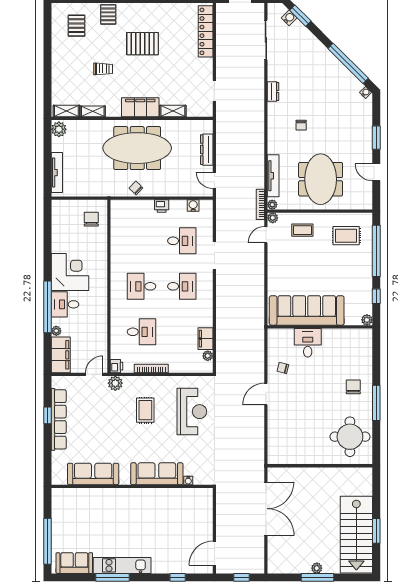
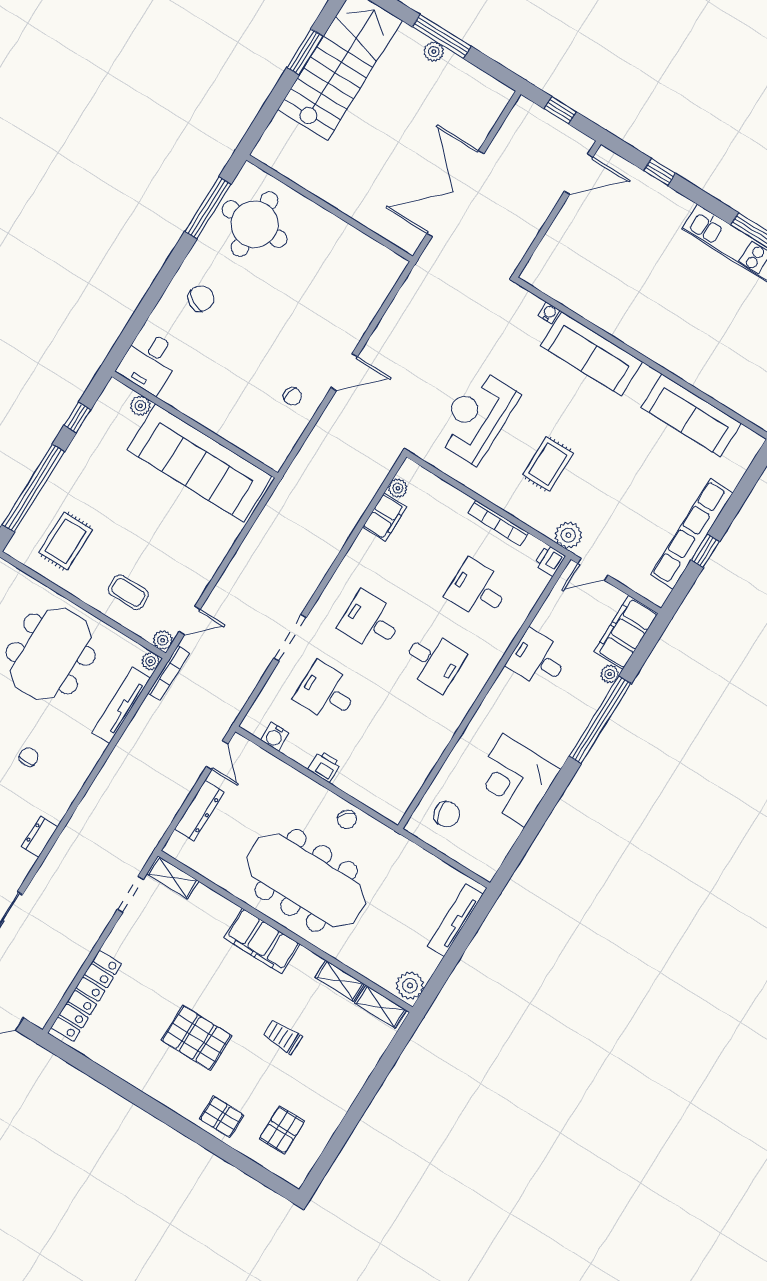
pallet: (108, 14) -> (222, 1117), turned 90
shelving: (173, 111) -> (173, 877), moved
chair: (91, 219) -> (447, 814), turned -103
rug: (346, 236) -> (66, 541), turned 90
corner desk: (70, 272) -> (514, 780), moved
desk: (65, 304) -> (538, 659), moved, turned 180
plant: (367, 320) -> (140, 406), moved
desk: (308, 343) -> (149, 362), moved
chair: (353, 387) -> (201, 299), turned -150
window: (376, 403) -> (208, 208), moved

